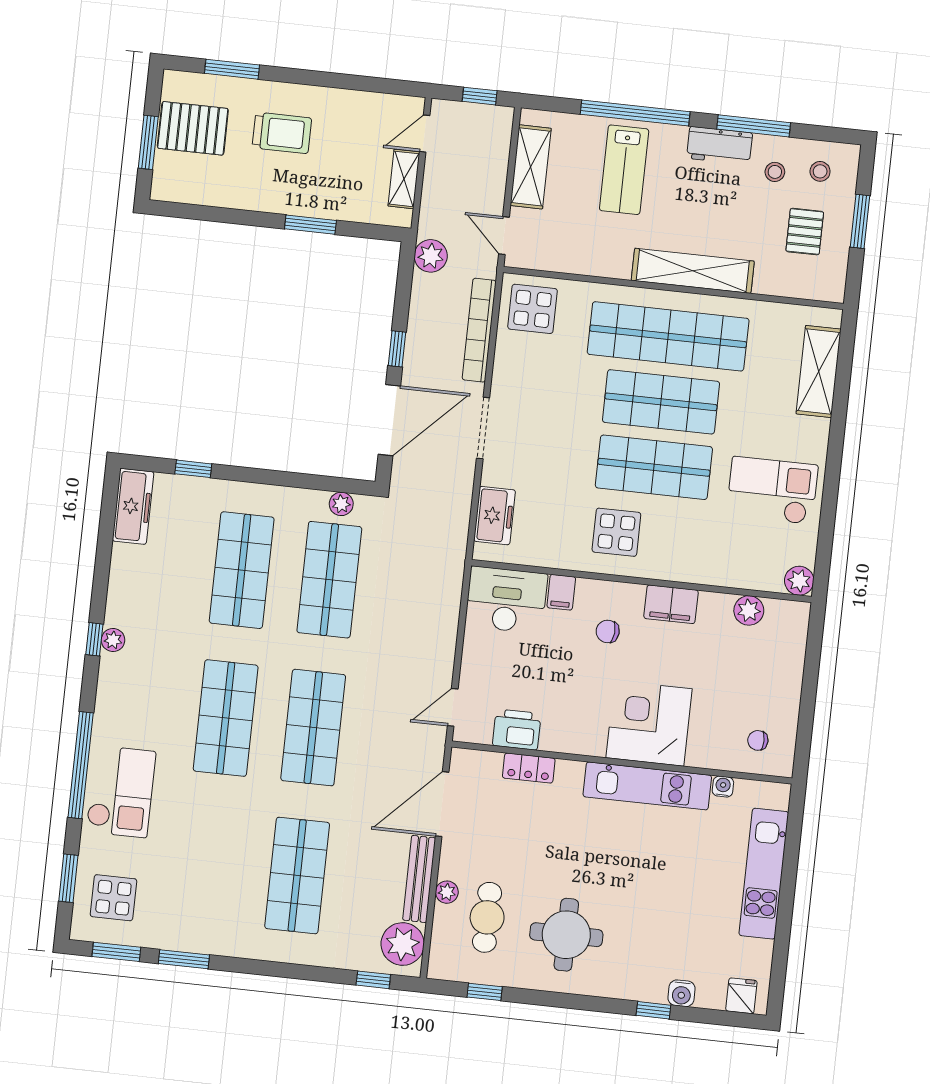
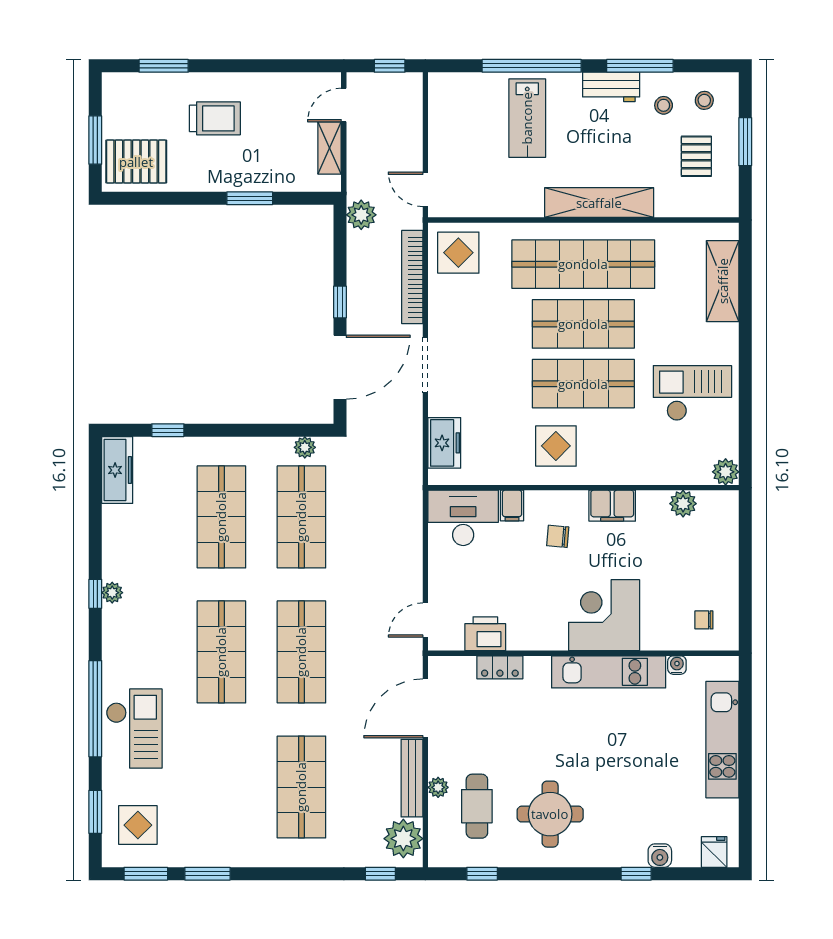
pallet: (193, 128) -> (136, 162), moved
shelving: (531, 167) -> (443, 125), removed

